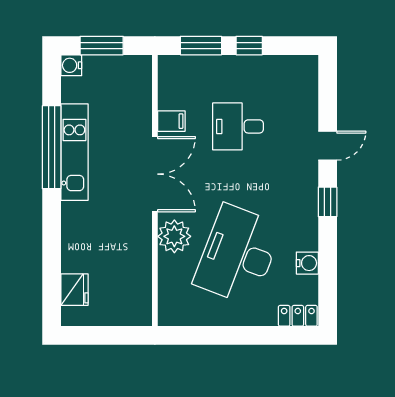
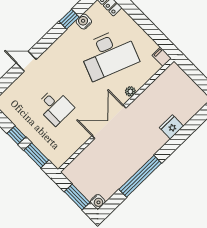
filing cabinet: (171, 121) -> (162, 57), moved
kitchen unit: (74, 152) -> (133, 165), removed
window: (328, 202) -> (69, 19), moved
plant: (174, 236) -> (130, 91), width x0.53, depth x0.53
fridge: (74, 290) -> (171, 127), moved

